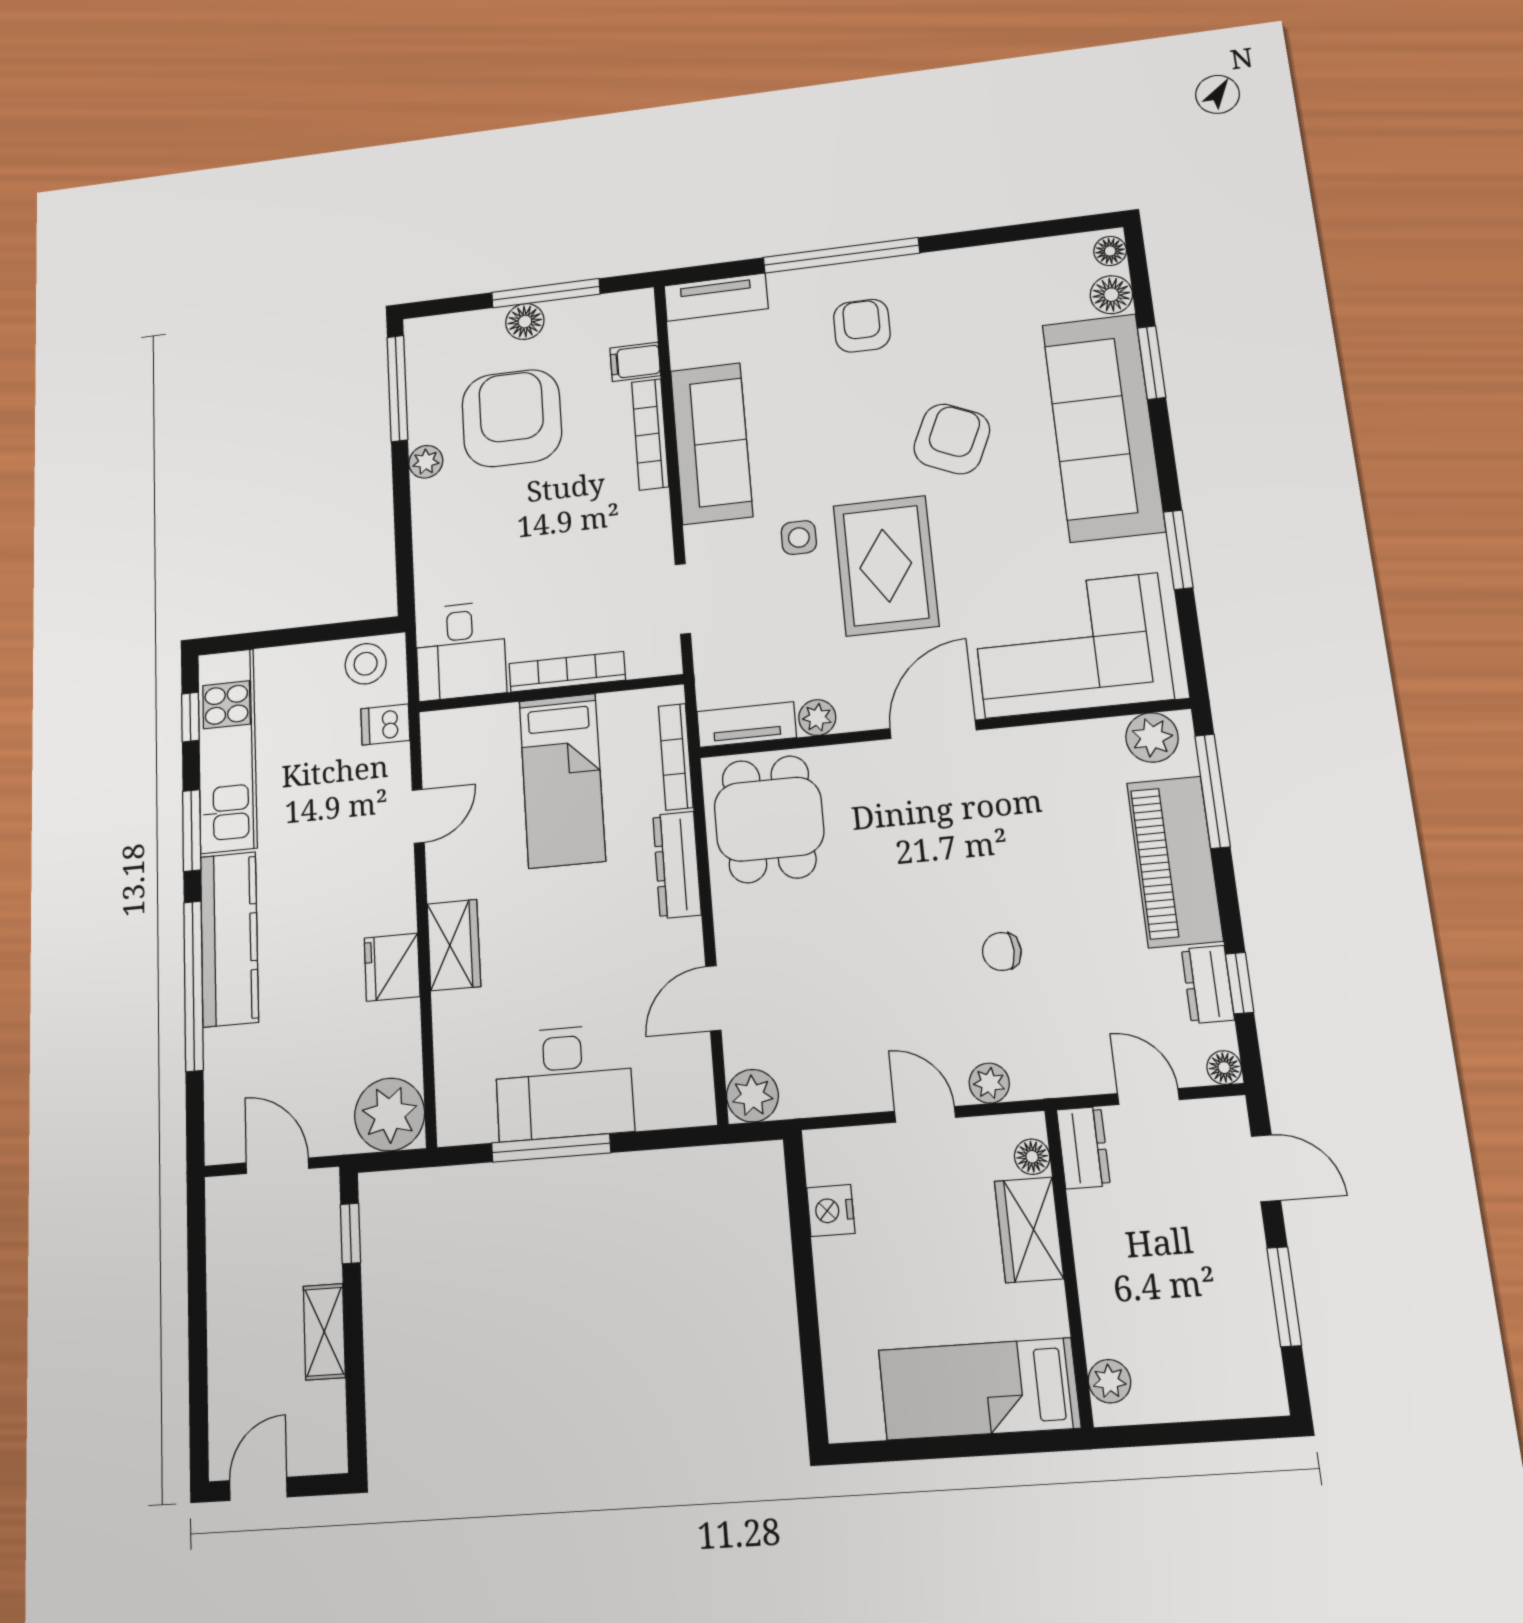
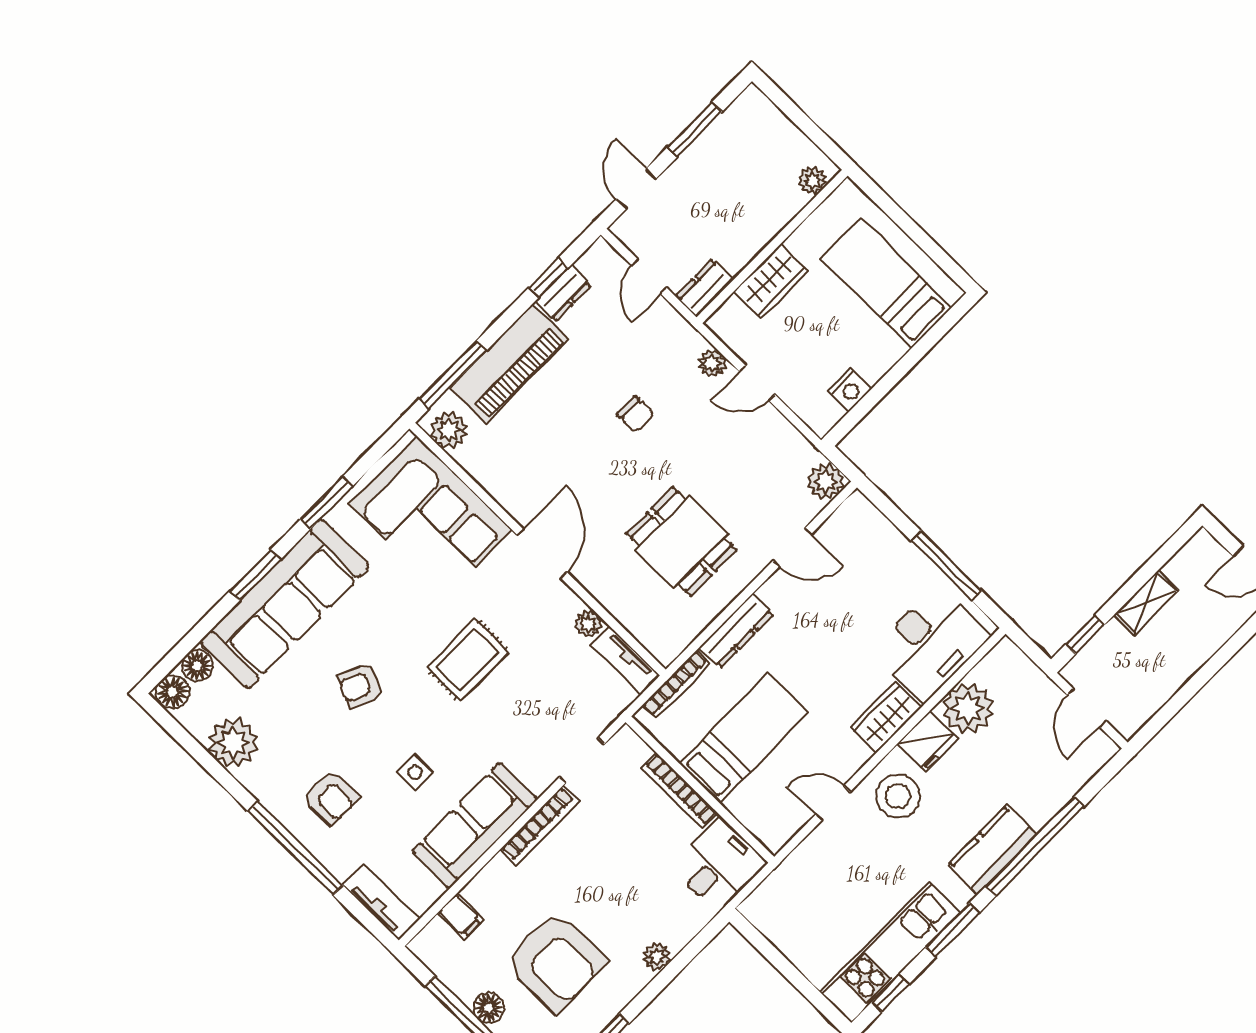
floor lamp: (1110, 251) -> (173, 692), width x1.37, depth x1.37
plant: (1000, 273) -> (233, 743), added
armchair: (862, 326) -> (331, 798), turned -90
window: (1152, 363) -> (255, 575), moved
armchair: (512, 418) -> (555, 961), turned -90
bookcase: (650, 434) -> (539, 826), moved
armchair: (952, 439) -> (360, 685), width x0.72, depth x0.72
plant: (426, 462) -> (657, 957), moved
side table: (799, 538) -> (415, 772), moved
rug: (886, 566) -> (468, 660), width x0.73, depth x0.70
stool: (366, 664) -> (898, 796), moved, width x1.38, depth x1.38
dishwasher: (385, 725) -> (798, 871), removed
door: (933, 729) -> (542, 554), swing flipped
dining table: (769, 819) -> (682, 542), moved, turned 90
kitchen counter: (229, 939) -> (992, 850), width x0.67
floor lamp: (1224, 1068) -> (601, 250), removed
desk: (564, 1082) -> (930, 644), moved, turned 90
plant: (390, 1114) -> (968, 709), moved
door: (925, 1114) -> (757, 383), hinge flipped
floor lamp: (1032, 1157) -> (732, 310), removed
bed: (979, 1389) -> (886, 283), moved, turned 180

